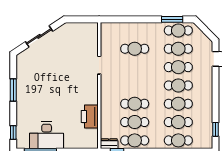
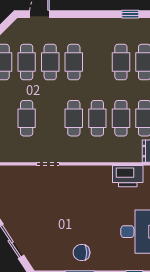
chair: (30, 91) -> (82, 253), added
cafe table: (178, 104) -> (74, 118), moved
printer: (90, 117) -> (128, 176), moved

